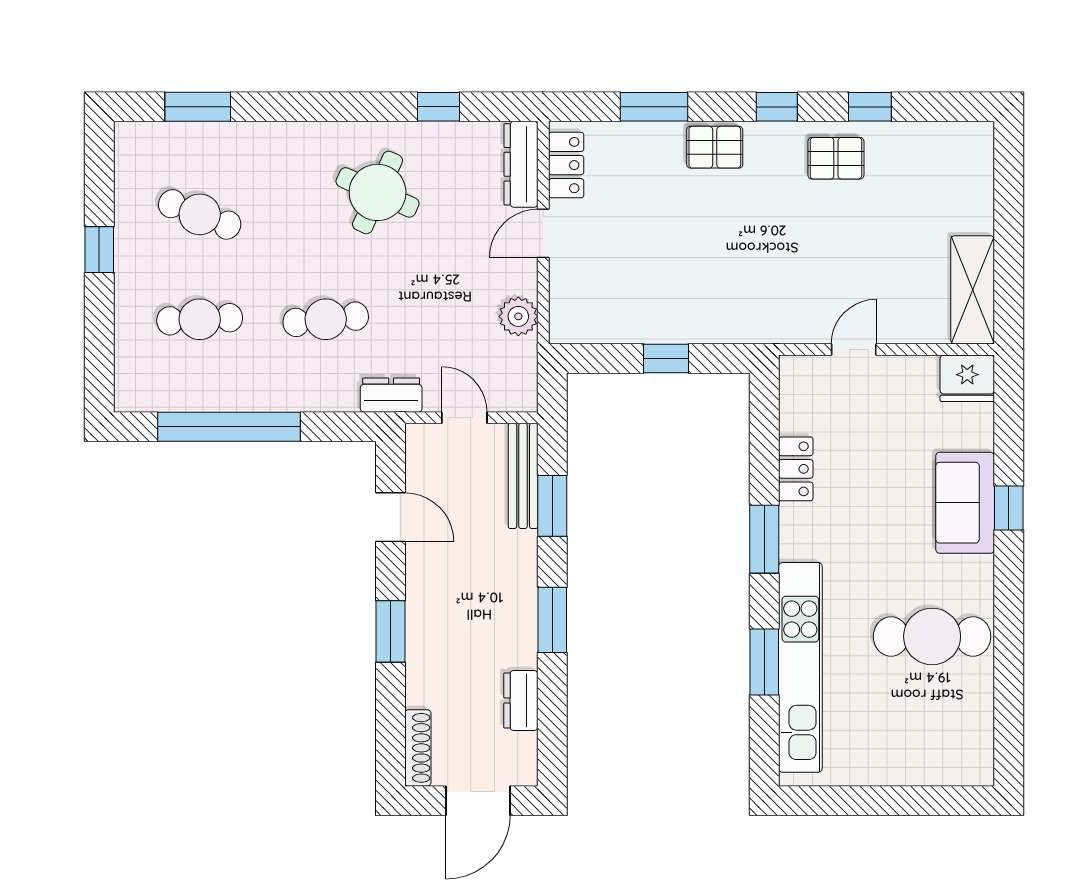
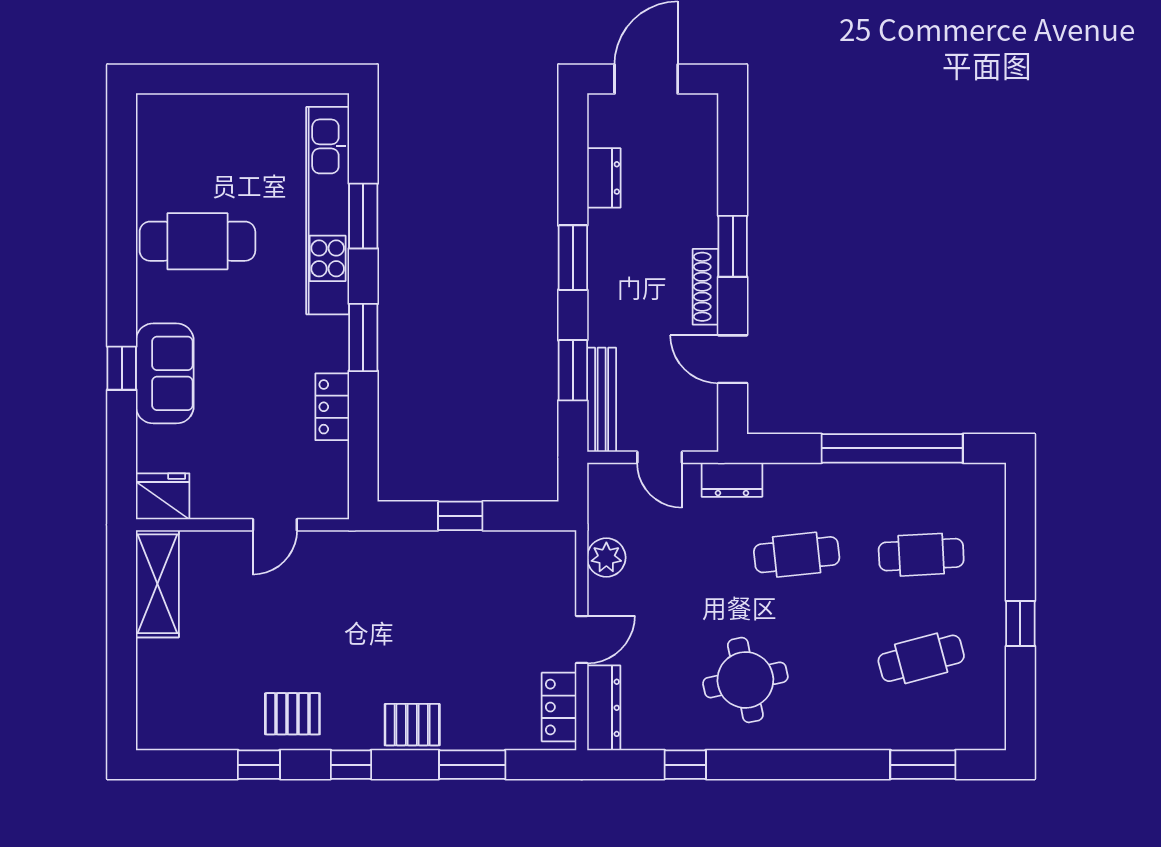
round table: (378, 192) -> (745, 680), turned -36
cafe table: (200, 214) -> (921, 658), turned -36
shoe rack: (418, 748) -> (706, 287), moved

